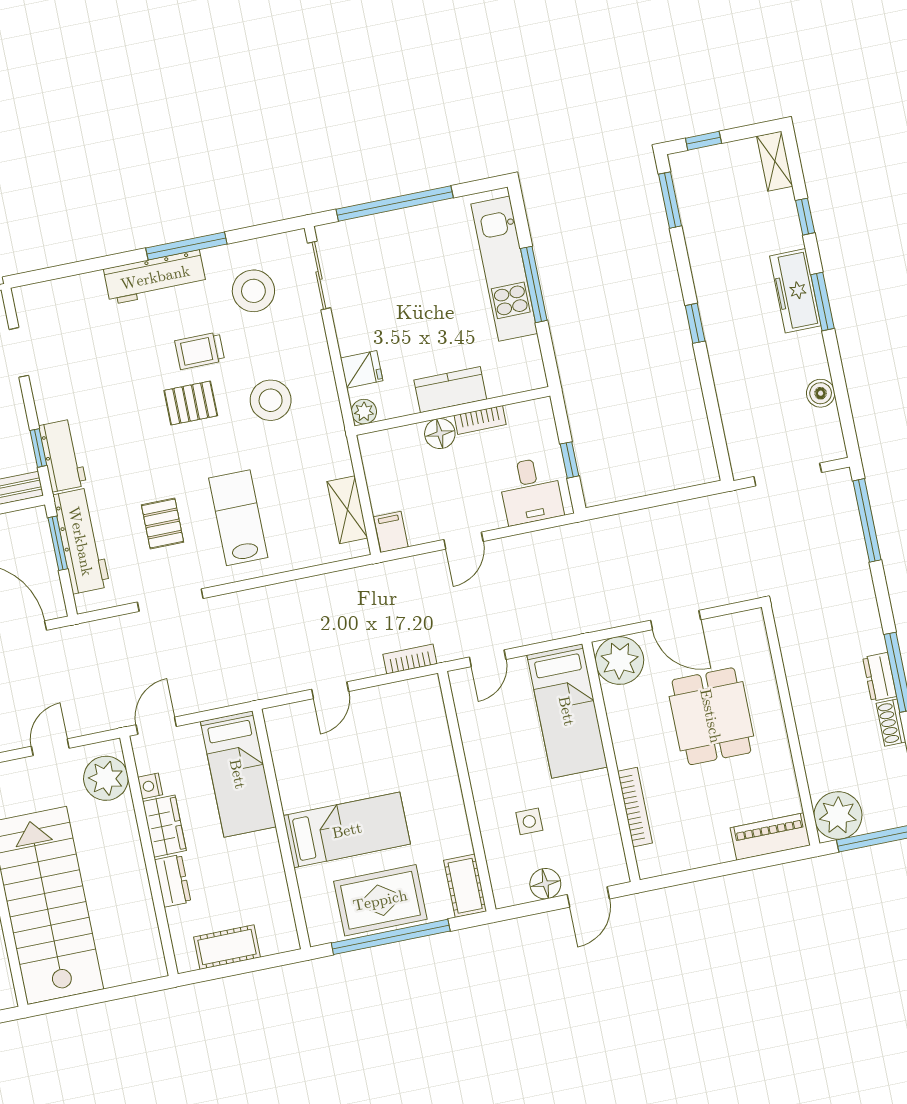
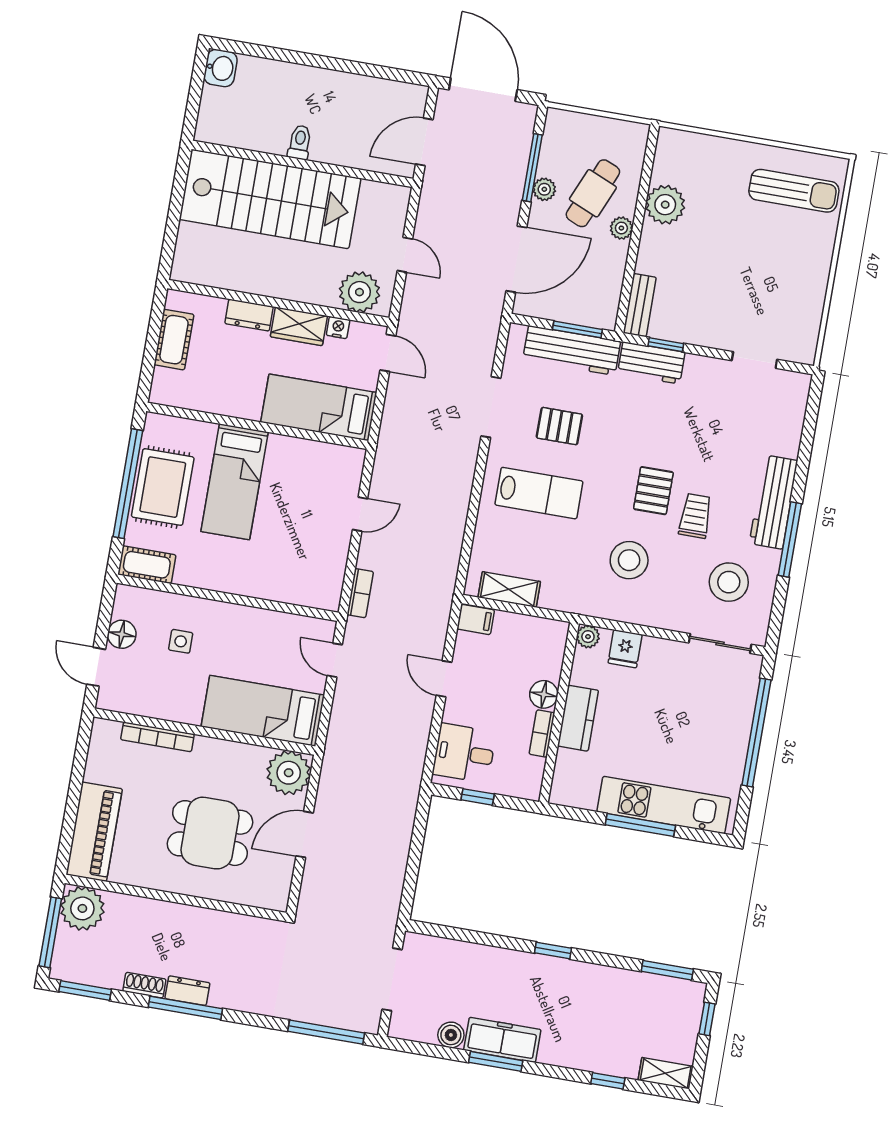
freezer: (795, 291) -> (502, 1040), moved
window: (822, 301) -> (496, 1061), moved
door: (330, 690) -> (360, 514), swing flipped
piano: (770, 836) -> (94, 832), width x1.37, depth x1.33

